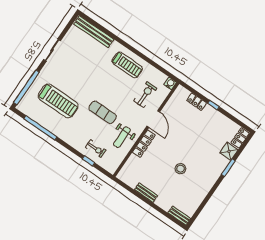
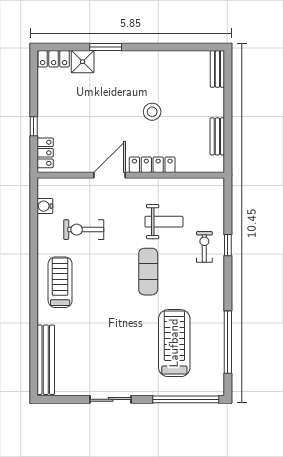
door: (153, 119) -> (109, 175), moved
wall: (146, 130) -> (131, 175), moved
locker: (144, 144) -> (152, 165), moved

